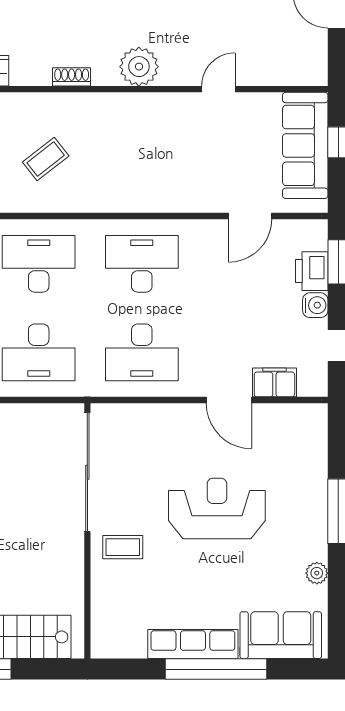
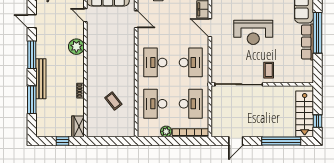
plant: (139, 67) -> (76, 47), moved
door: (218, 89) -> (85, 15), moved
door: (229, 400) -> (210, 28), swing flipped
reception desk: (217, 508) -> (253, 32), turned -90

